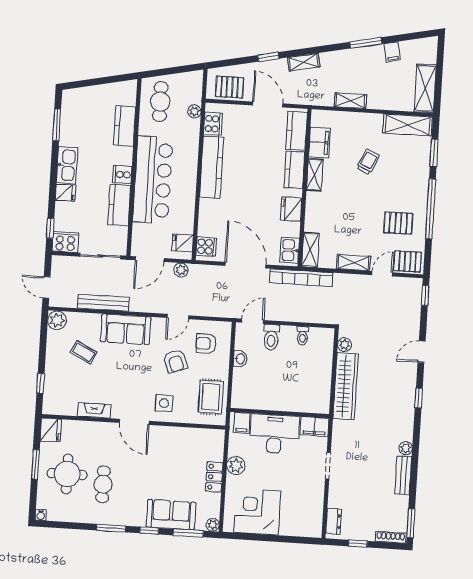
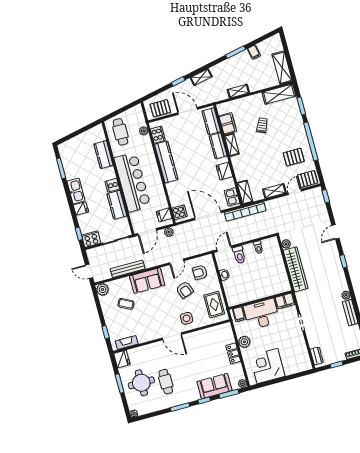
fireplace: (94, 410) -> (127, 342), moved

